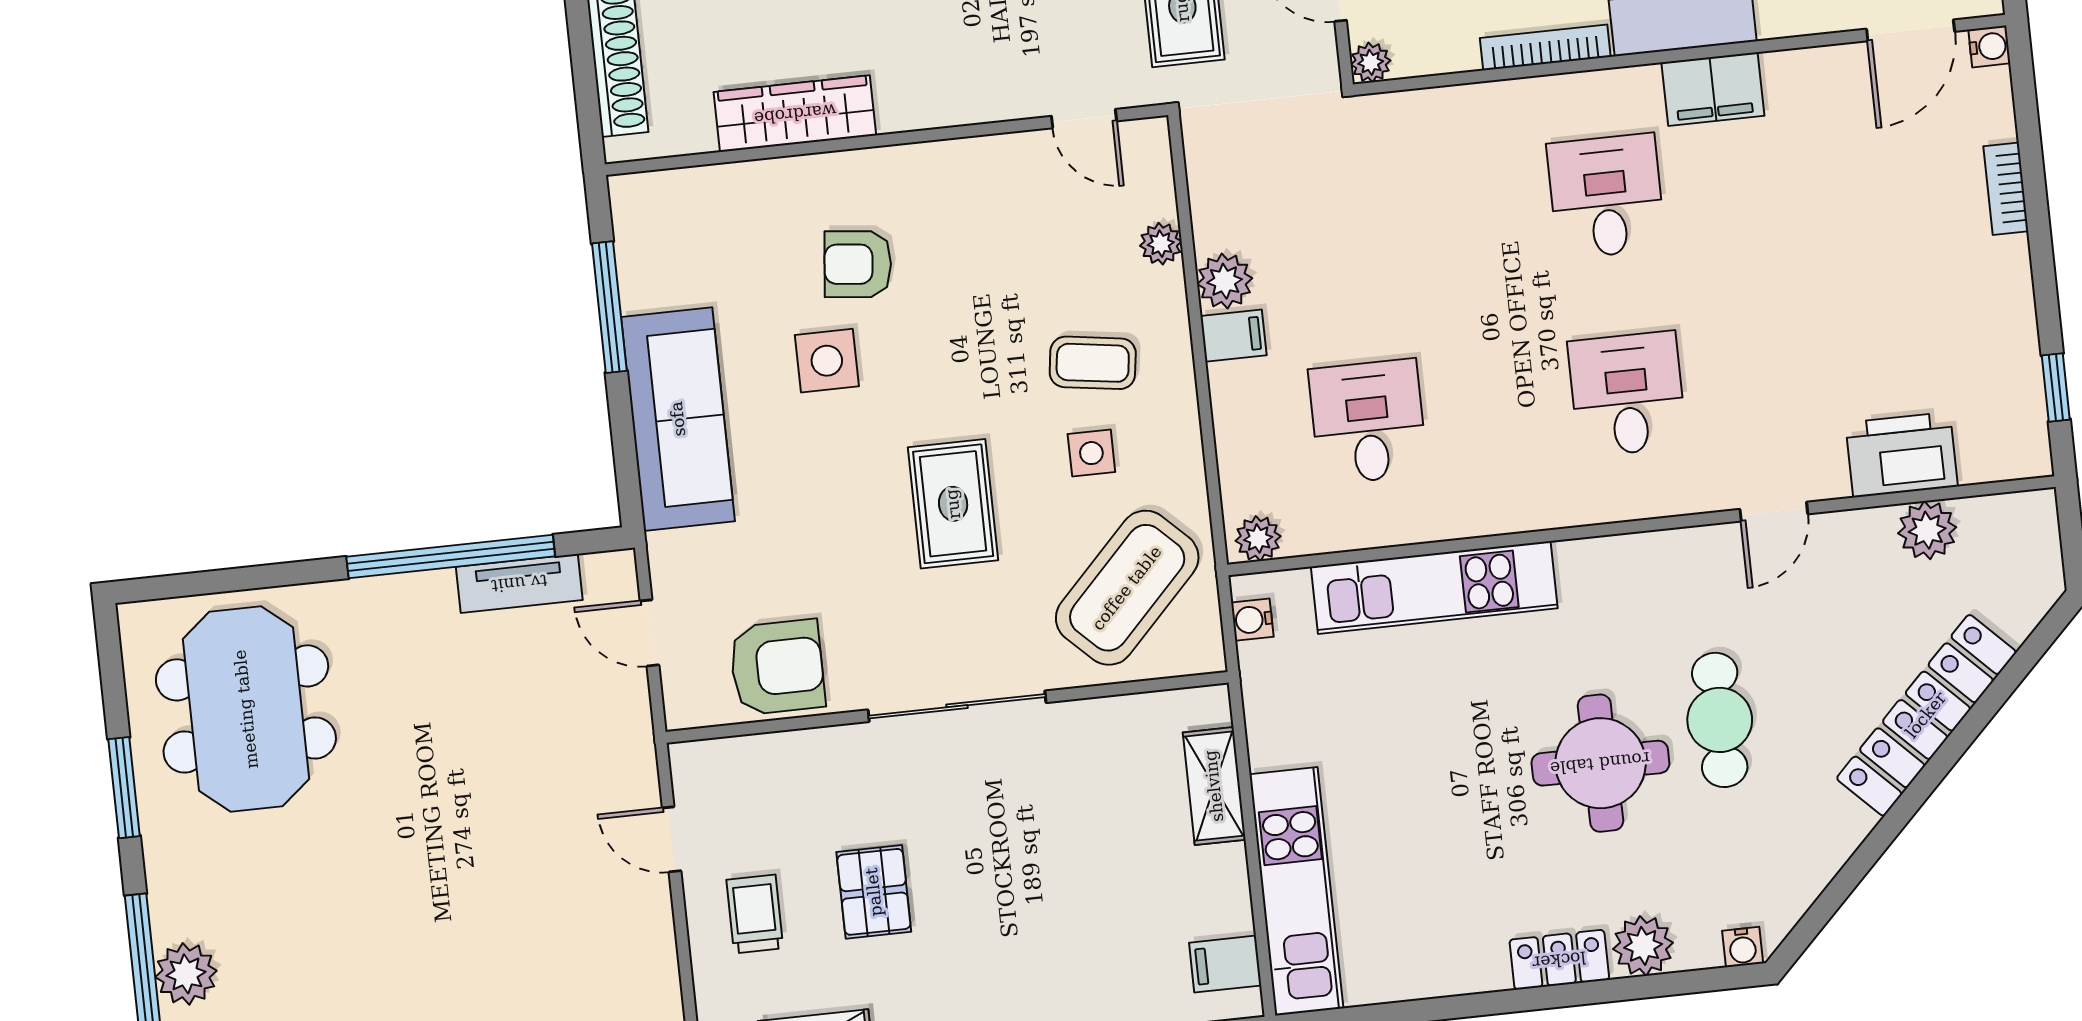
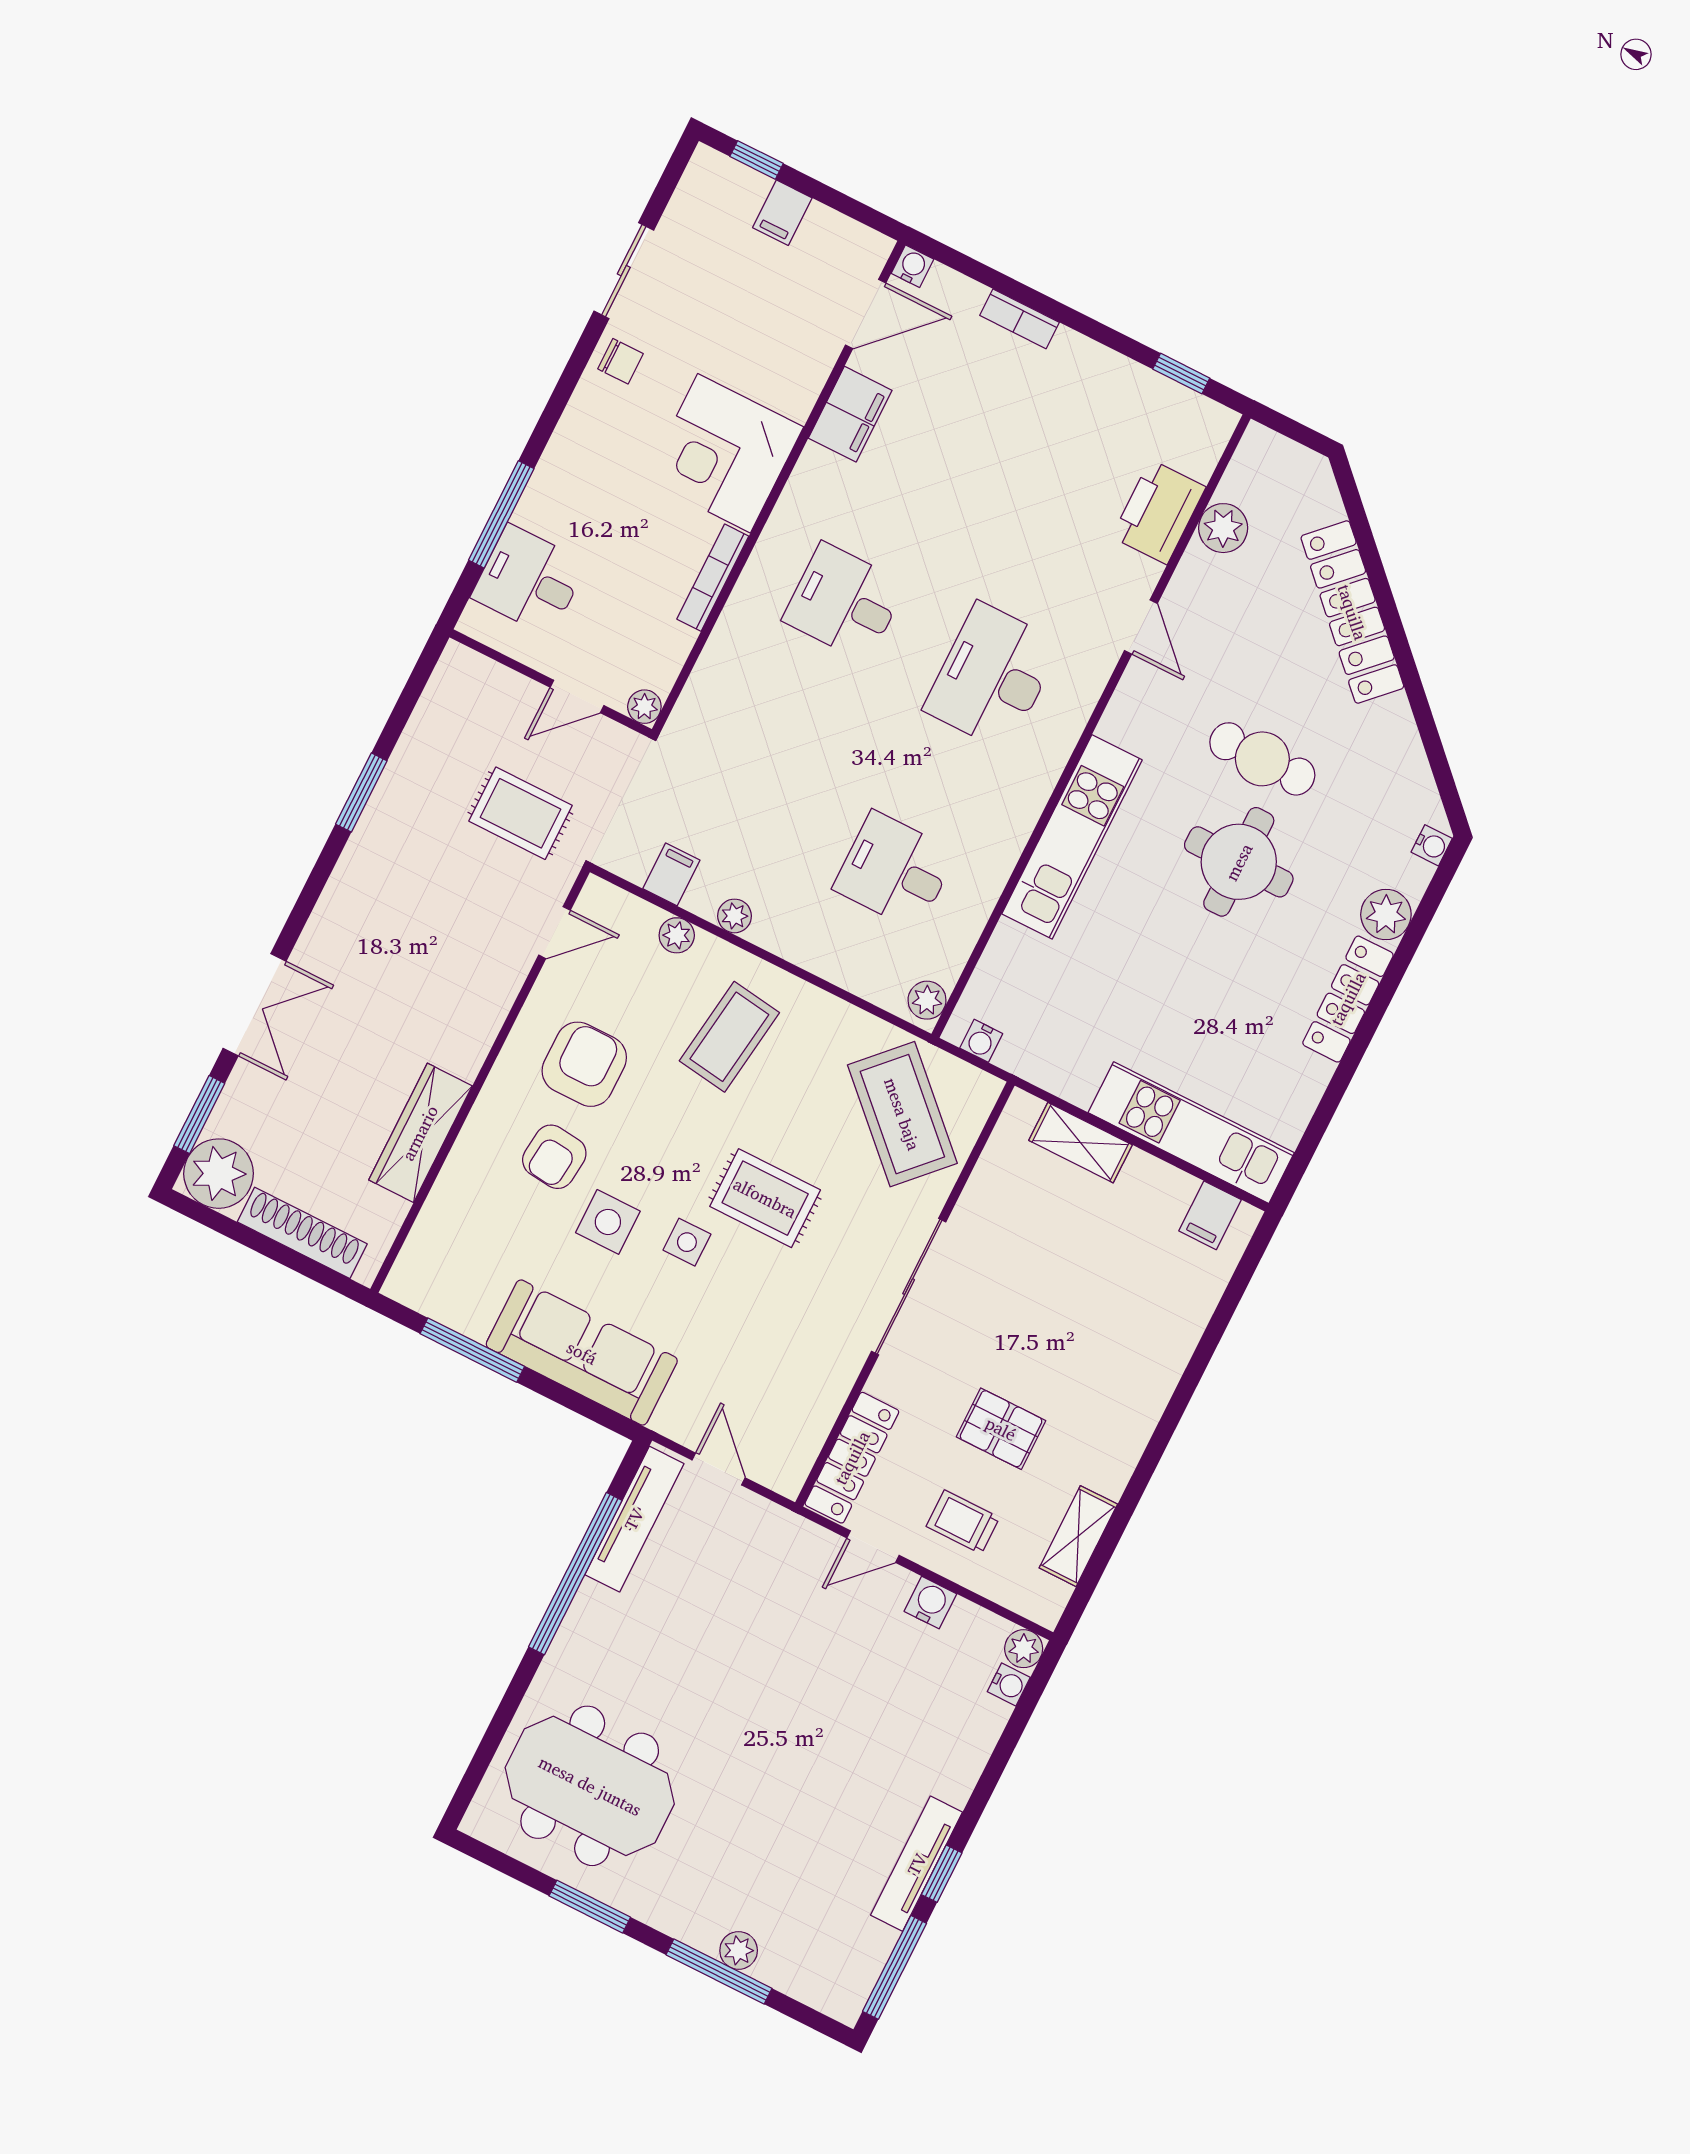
door: (1911, 30) -> (866, 314), hinge flipped
filing cabinet: (1713, 89) -> (850, 414), moved
plant: (1225, 281) -> (734, 916), width x0.73, depth x0.73
filing cabinet: (1234, 336) -> (671, 874), moved
coffee table: (1093, 363) -> (729, 1037), width x1.36, depth x1.30
desk: (1627, 394) -> (992, 677), width x1.37
side table: (1091, 453) -> (687, 1242), moved
tv unit: (519, 583) -> (634, 1519), width x1.41
kitchen unit: (1434, 587) -> (1072, 837), moved
door: (649, 633) -> (719, 1469), swing flipped
armchair: (777, 667) -> (584, 1064), moved
locker: (748, 760) -> (852, 1458), added
water cooler: (652, 934) -> (930, 1603), added
locker: (1559, 960) -> (1348, 999), width x1.53
plant: (186, 974) -> (739, 1950), width x0.73, depth x0.73

